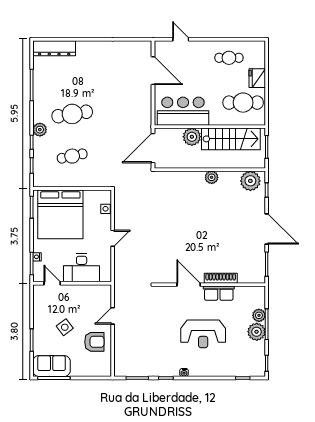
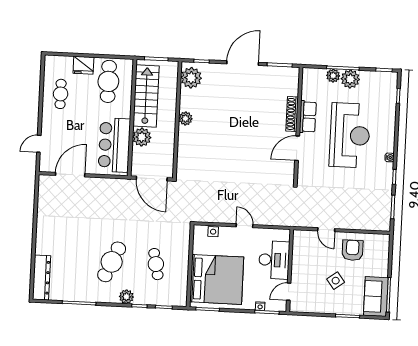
cafe table: (72, 114) -> (112, 262), turned 33
reception desk: (203, 334) -> (350, 135), width x1.36, depth x1.30

